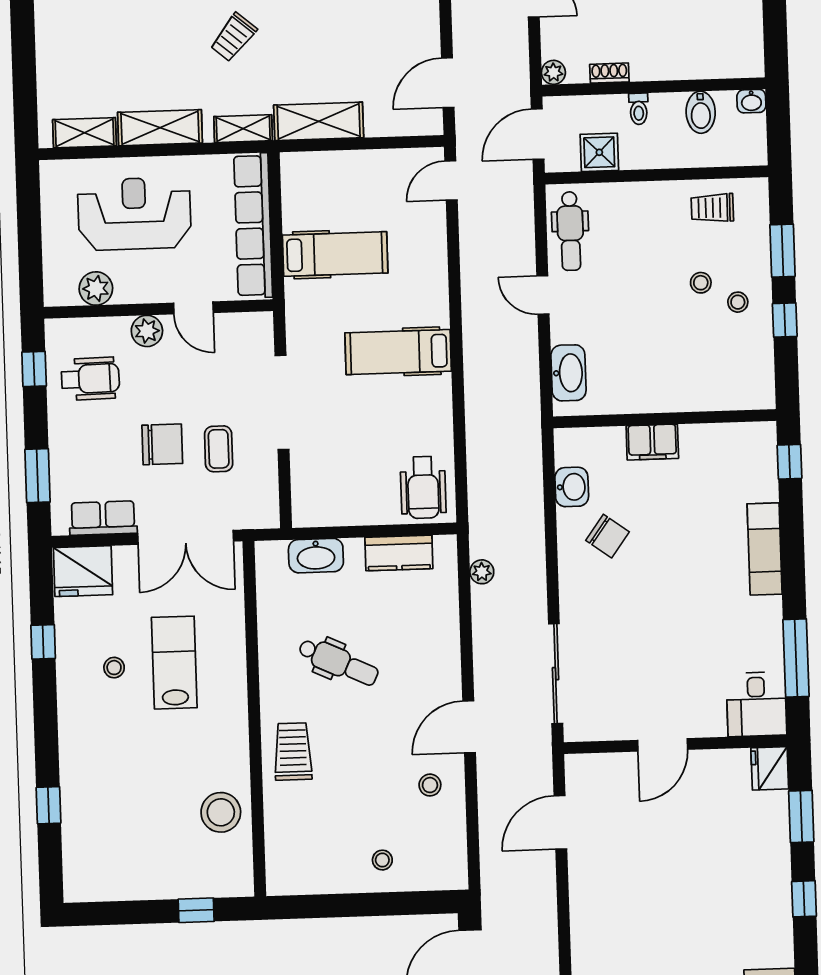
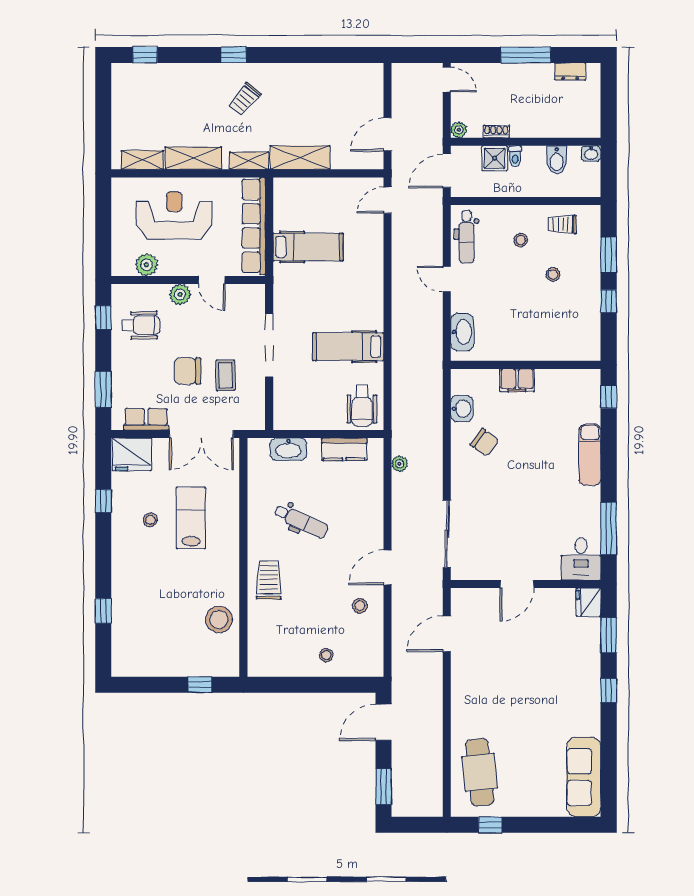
shower: (599, 152) -> (495, 158), moved
stool: (738, 302) -> (521, 240), moved
hospital bed: (398, 352) -> (348, 347), moved
chair: (162, 444) -> (188, 371), turned 180

